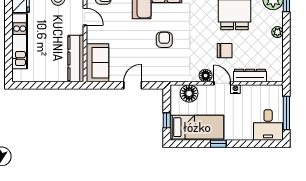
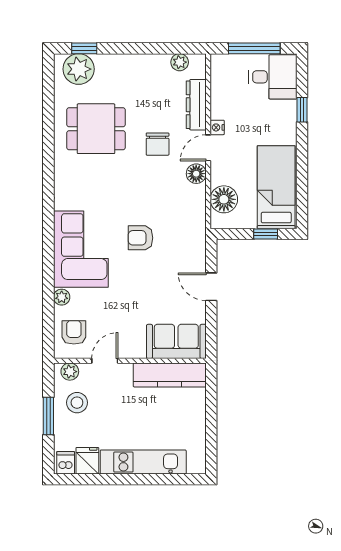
plant: (277, 32) -> (180, 62), moved
chair: (225, 51) -> (158, 144), turned 180
window: (218, 144) -> (302, 110), moved

